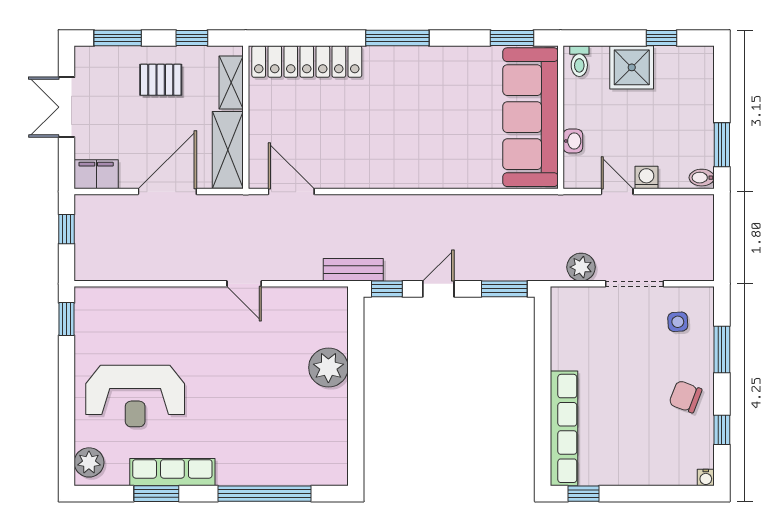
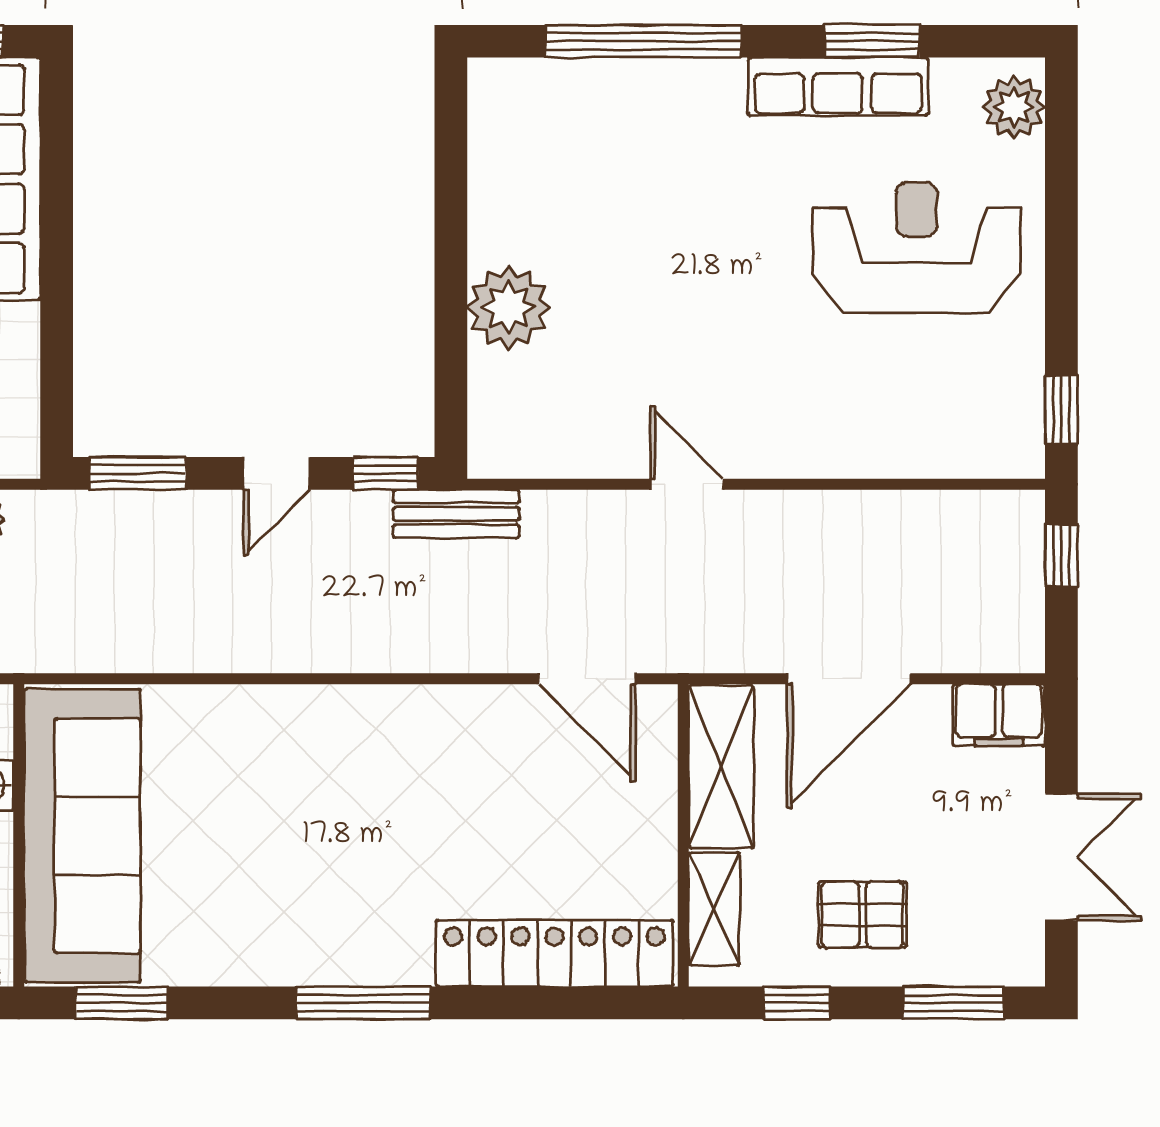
window: (66, 229) -> (1061, 555), moved

